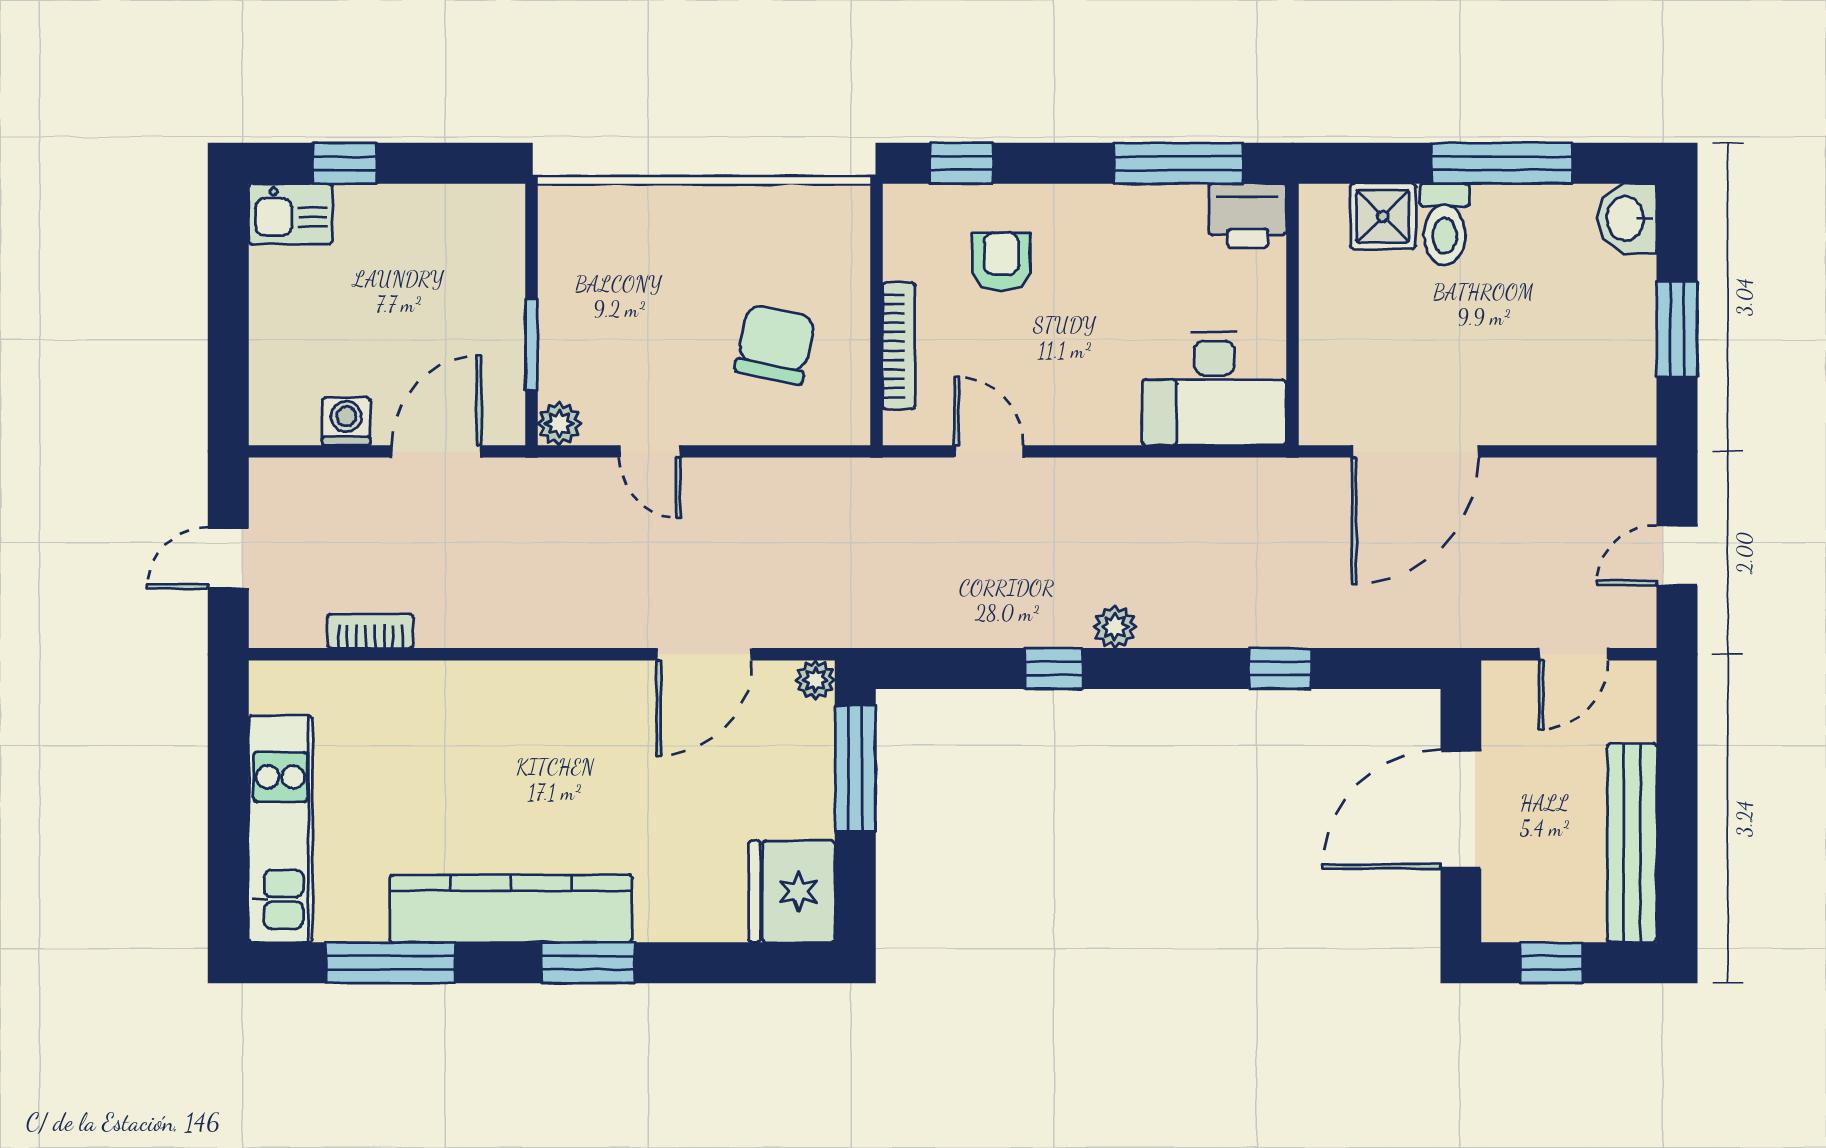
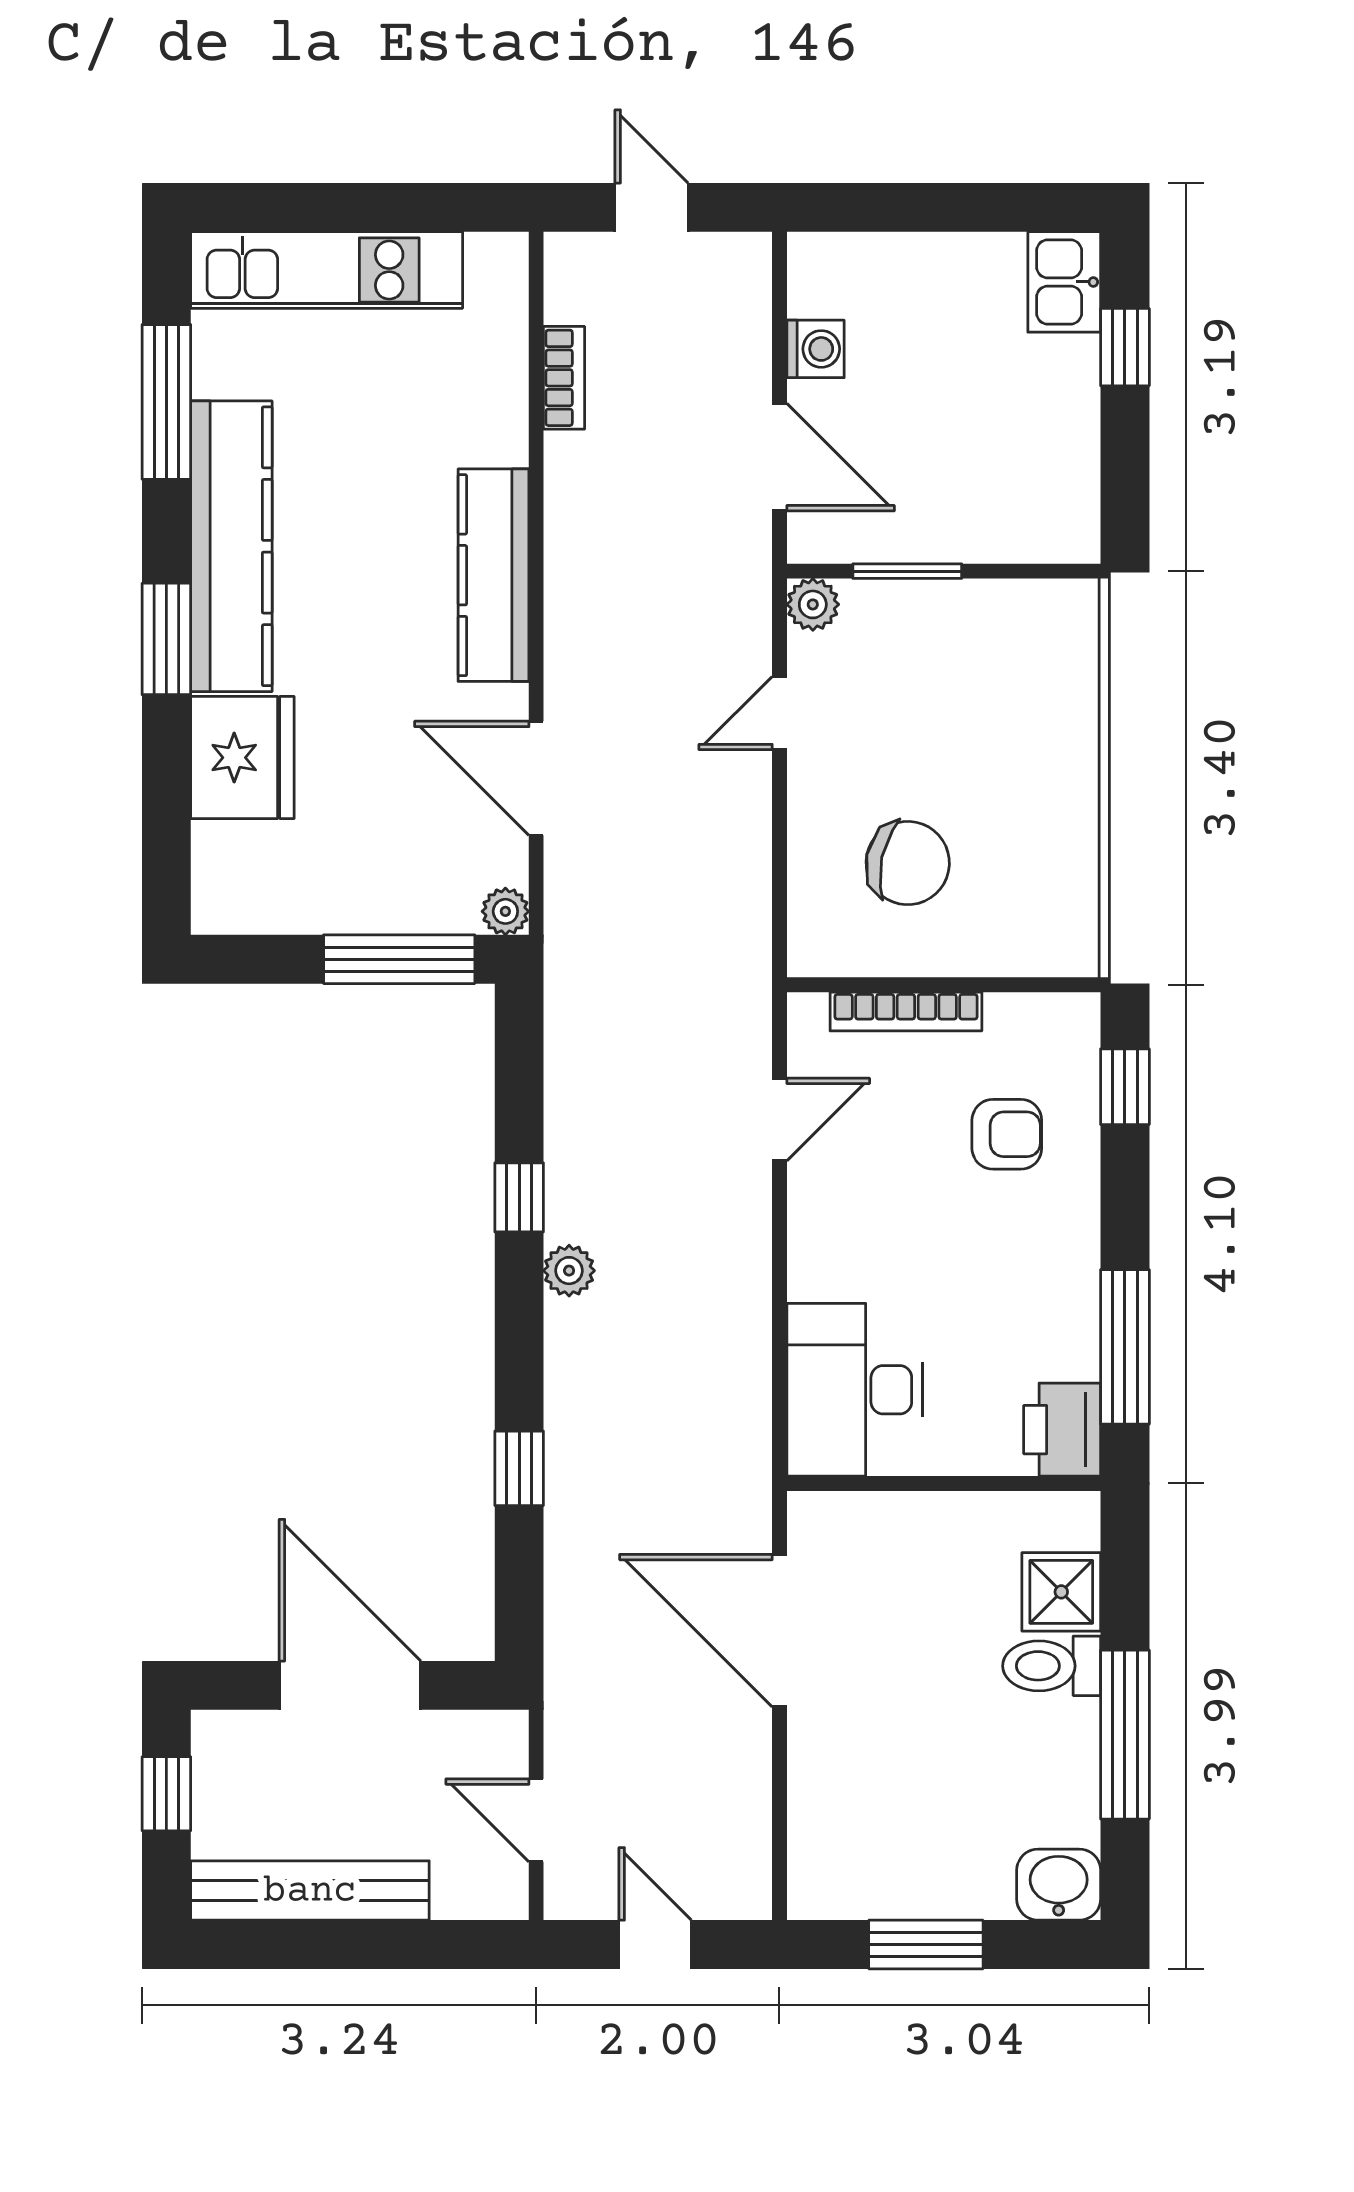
kitchen counter: (535, 690) -> (493, 575), added
fridge: (792, 891) -> (242, 758), moved, turned 90

